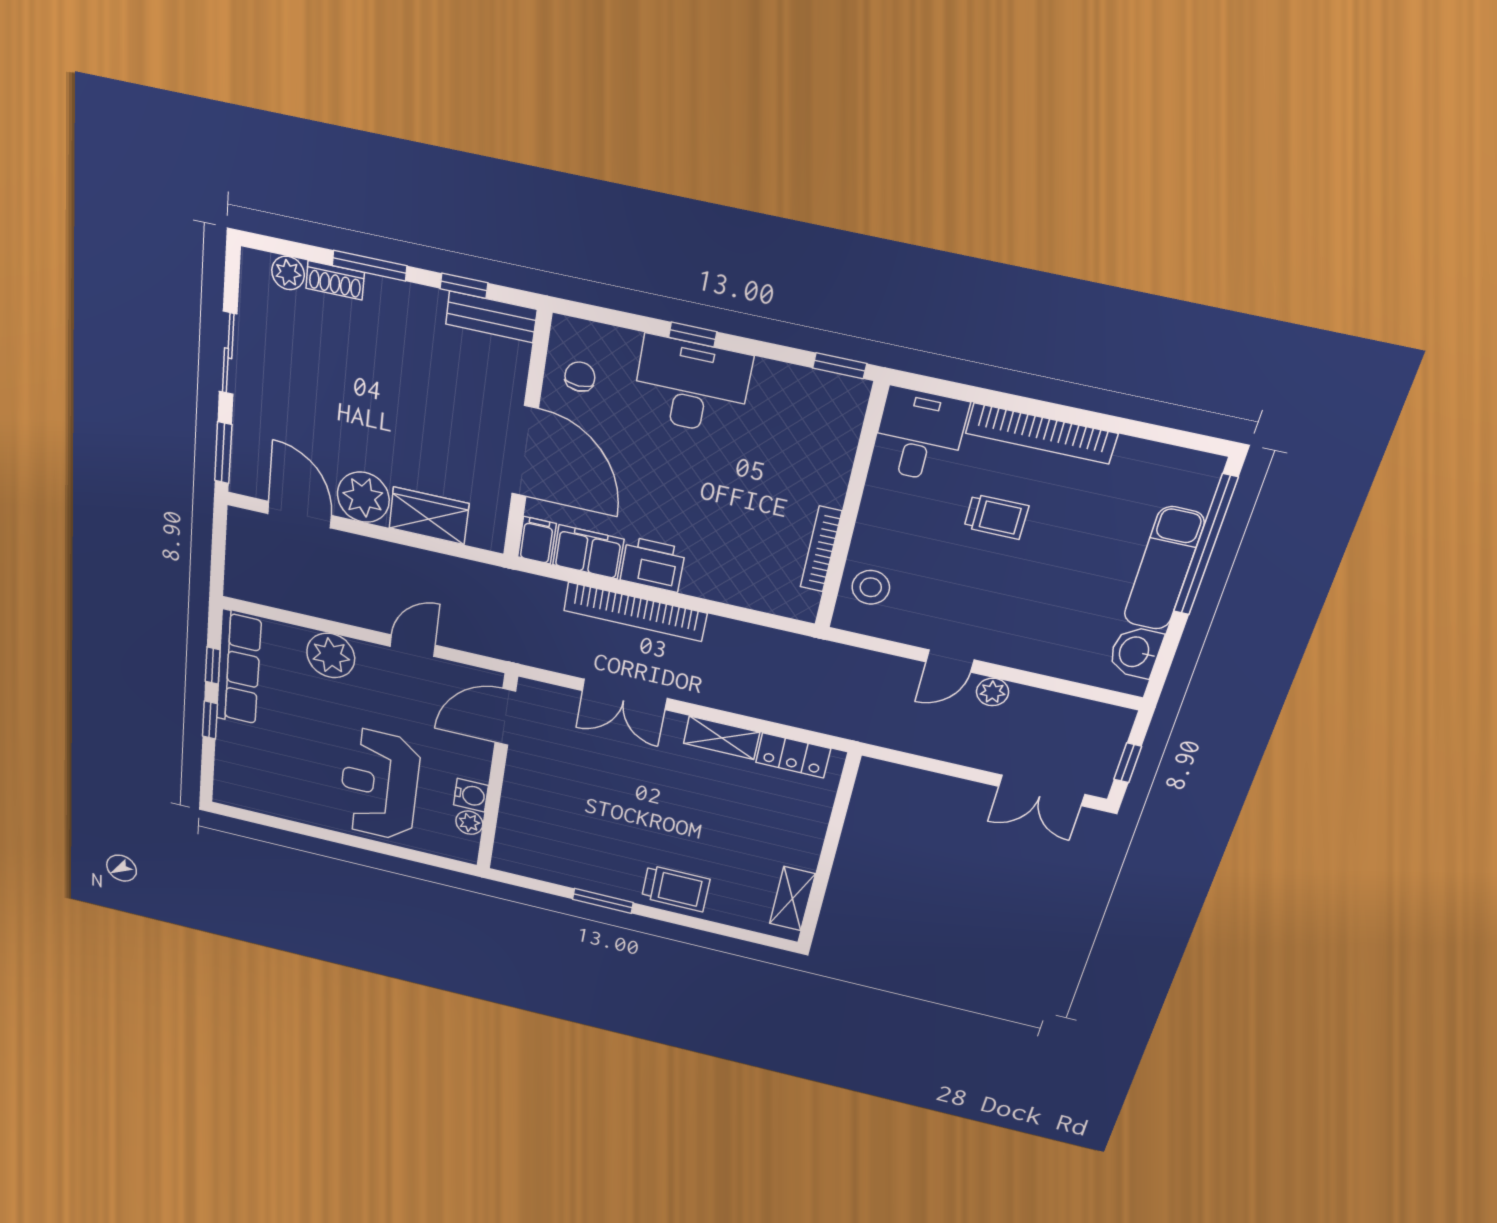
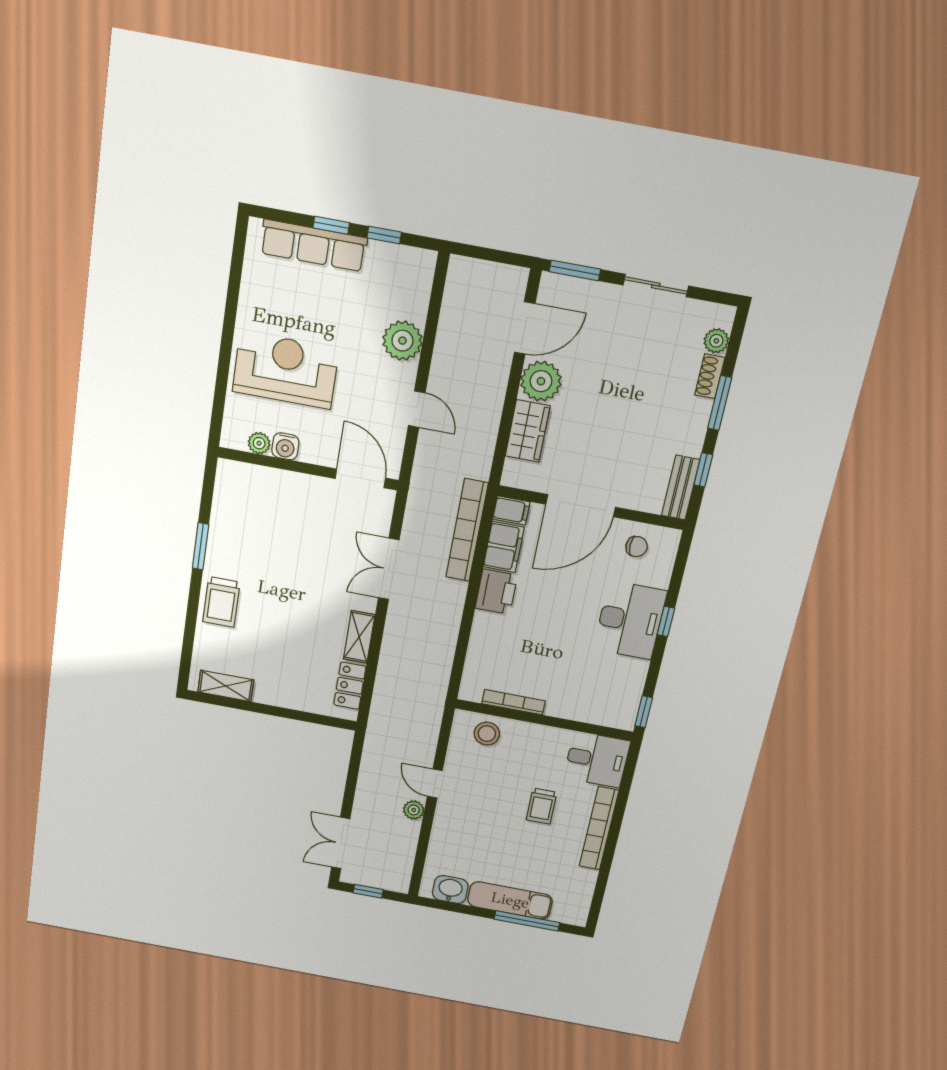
window: (1205, 545) -> (527, 921), width x0.68
bookcase: (635, 612) -> (467, 530), moved
row of seats: (239, 668) -> (313, 245), moved

